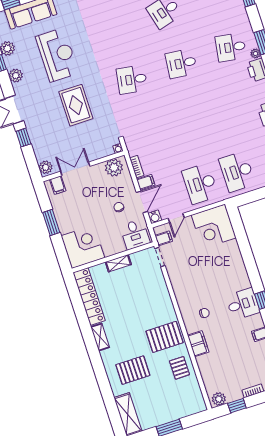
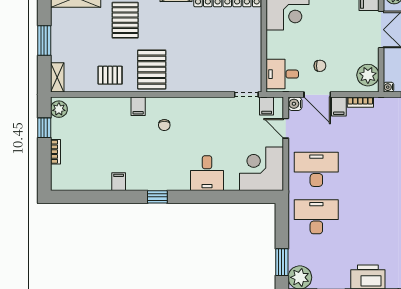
shelving: (118, 263) -> (57, 77), moved
desk: (243, 304) -> (207, 173), moved
filing cabinet: (198, 344) -> (138, 106), width x0.50

